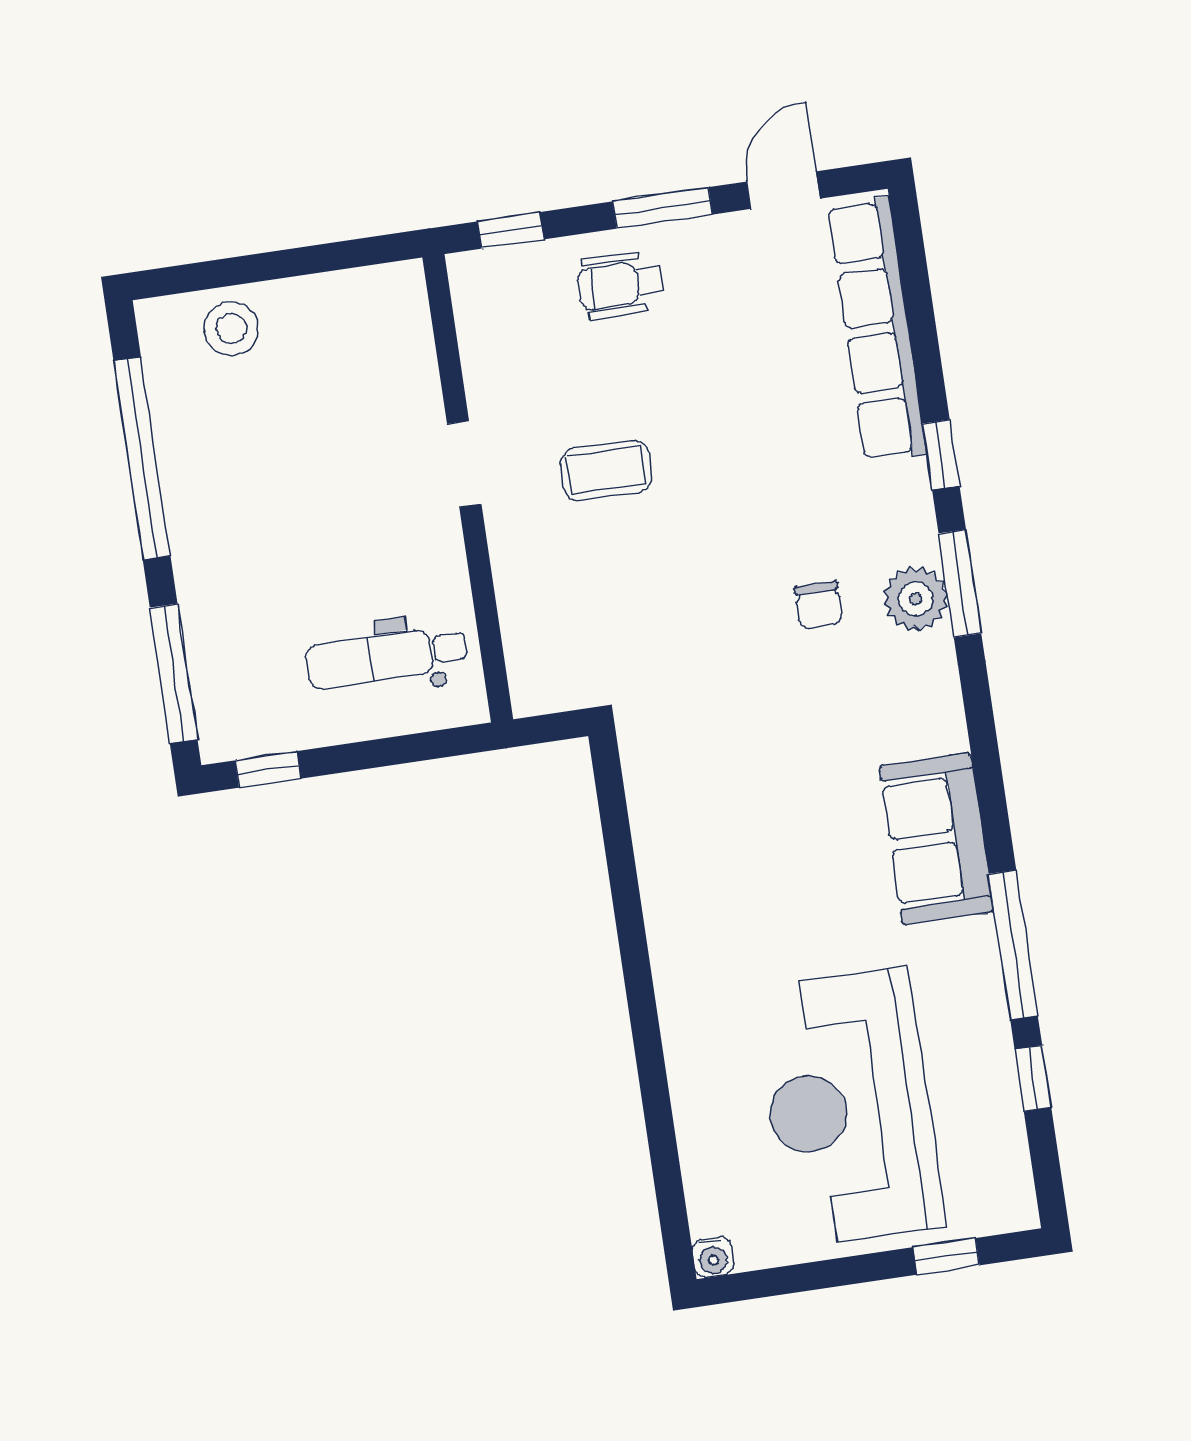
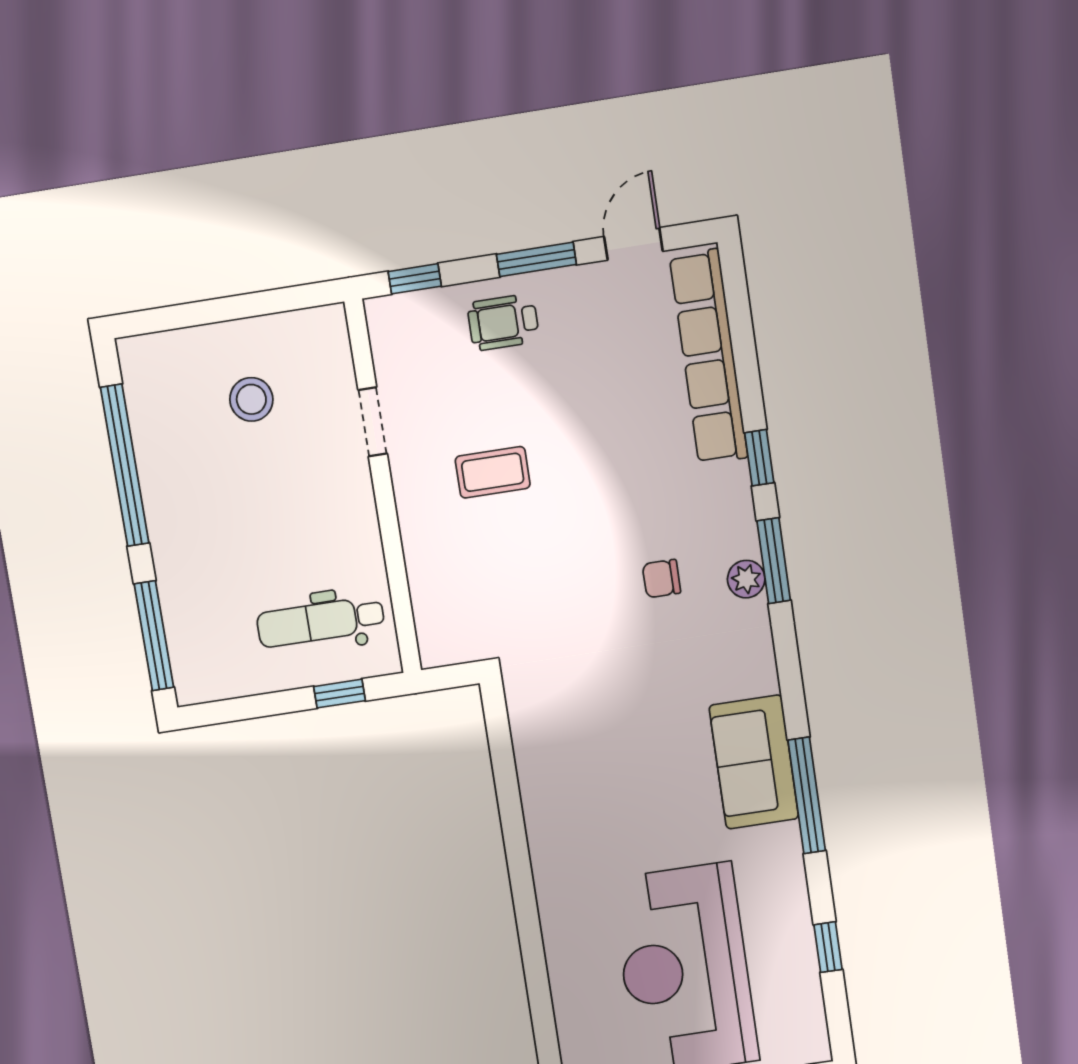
stool: (231, 329) -> (251, 399), moved
doorway: (464, 464) -> (373, 422), moved
plant: (915, 599) -> (746, 579), width x0.73, depth x0.73
chair: (819, 605) -> (661, 579), turned 90
window: (268, 769) -> (339, 694), moved
window: (1013, 945) -> (807, 795), moved

